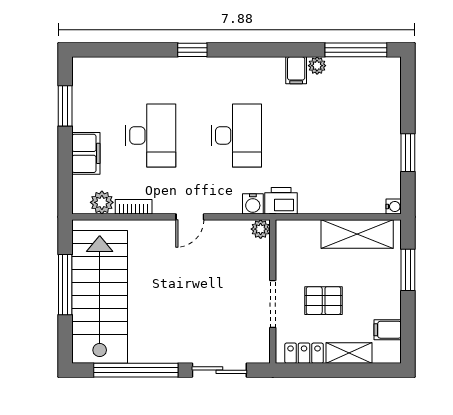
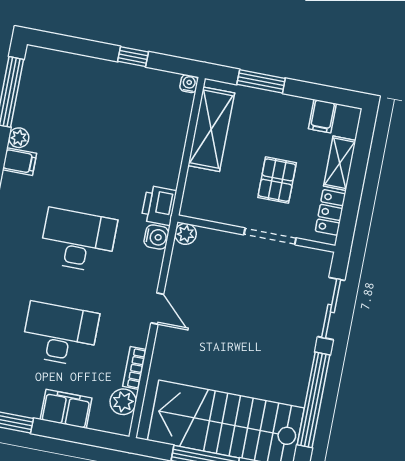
window: (408, 153) -> (133, 57), width x0.67

